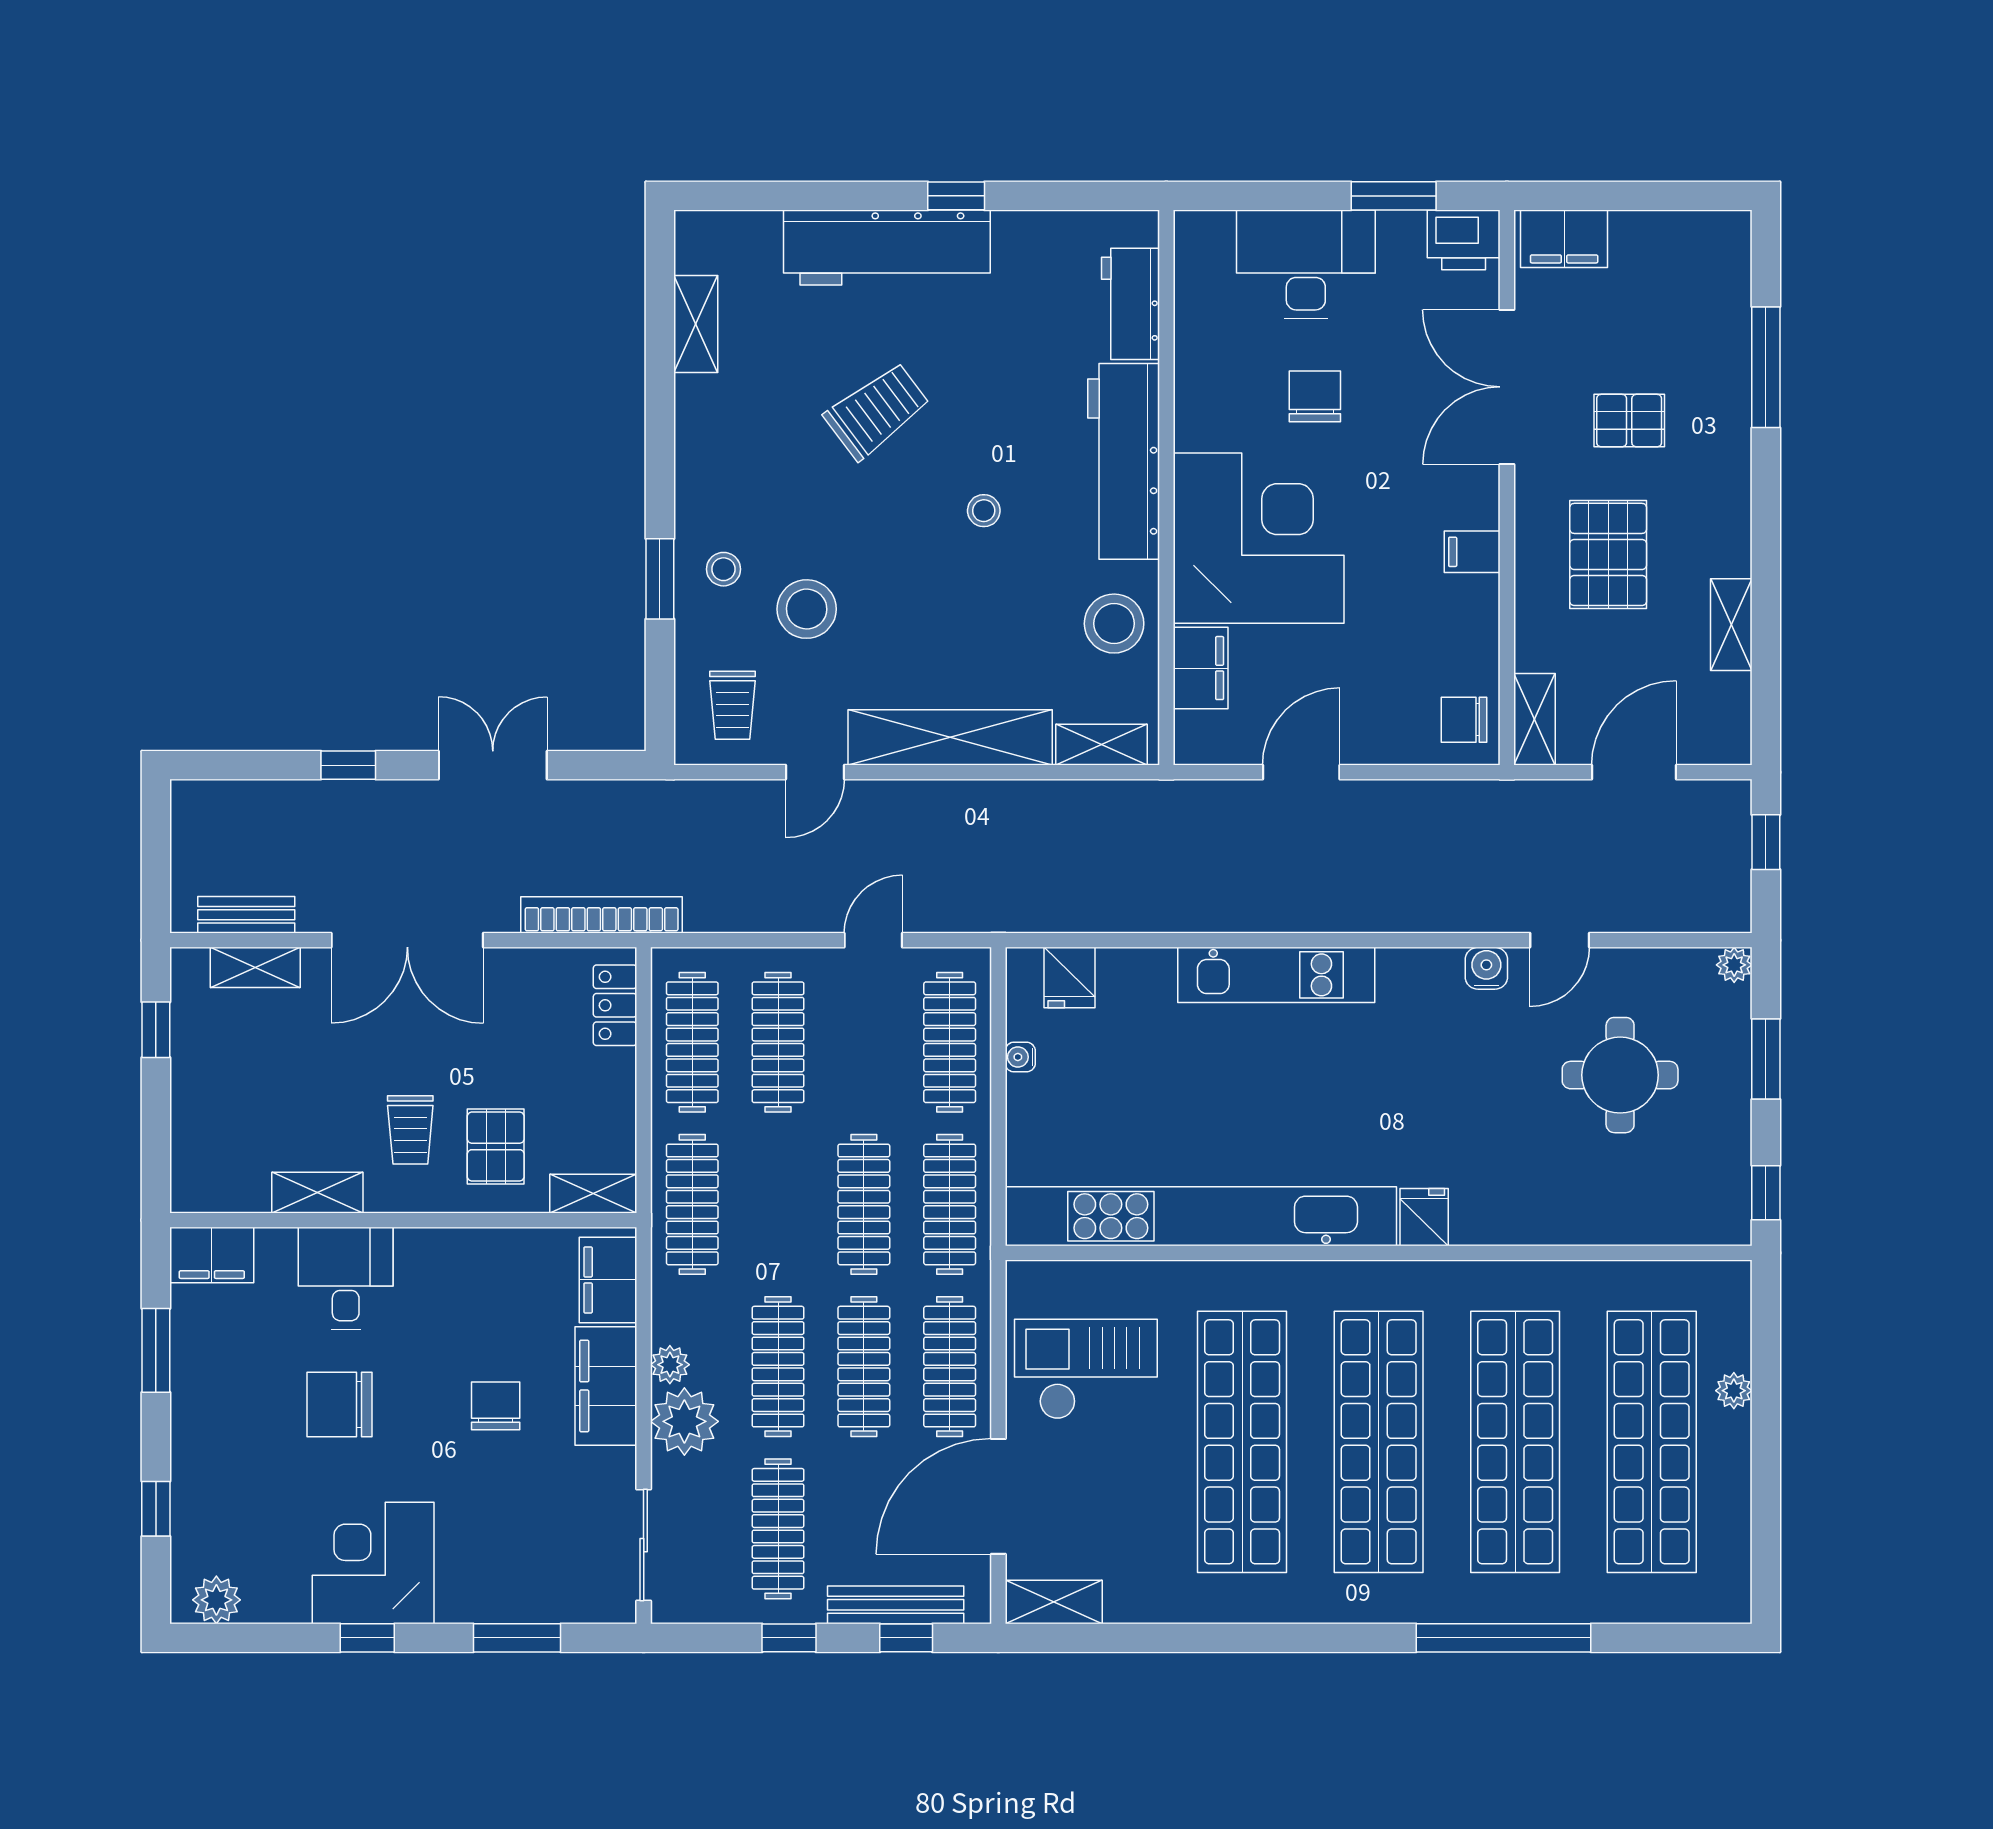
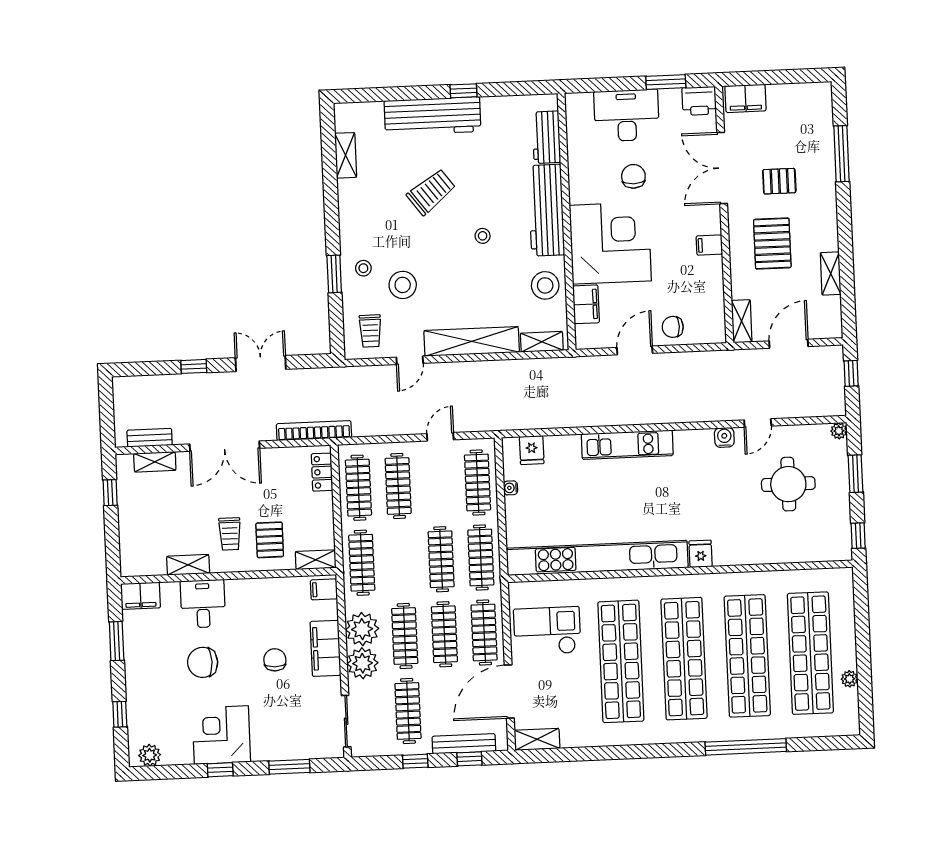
chair: (1464, 720) -> (673, 327), moved
filing cabinet: (608, 1280) -> (324, 589), width x0.50
plant: (670, 1365) -> (362, 629), width x1.87, depth x1.87
plant: (1734, 1391) -> (850, 679), moved

